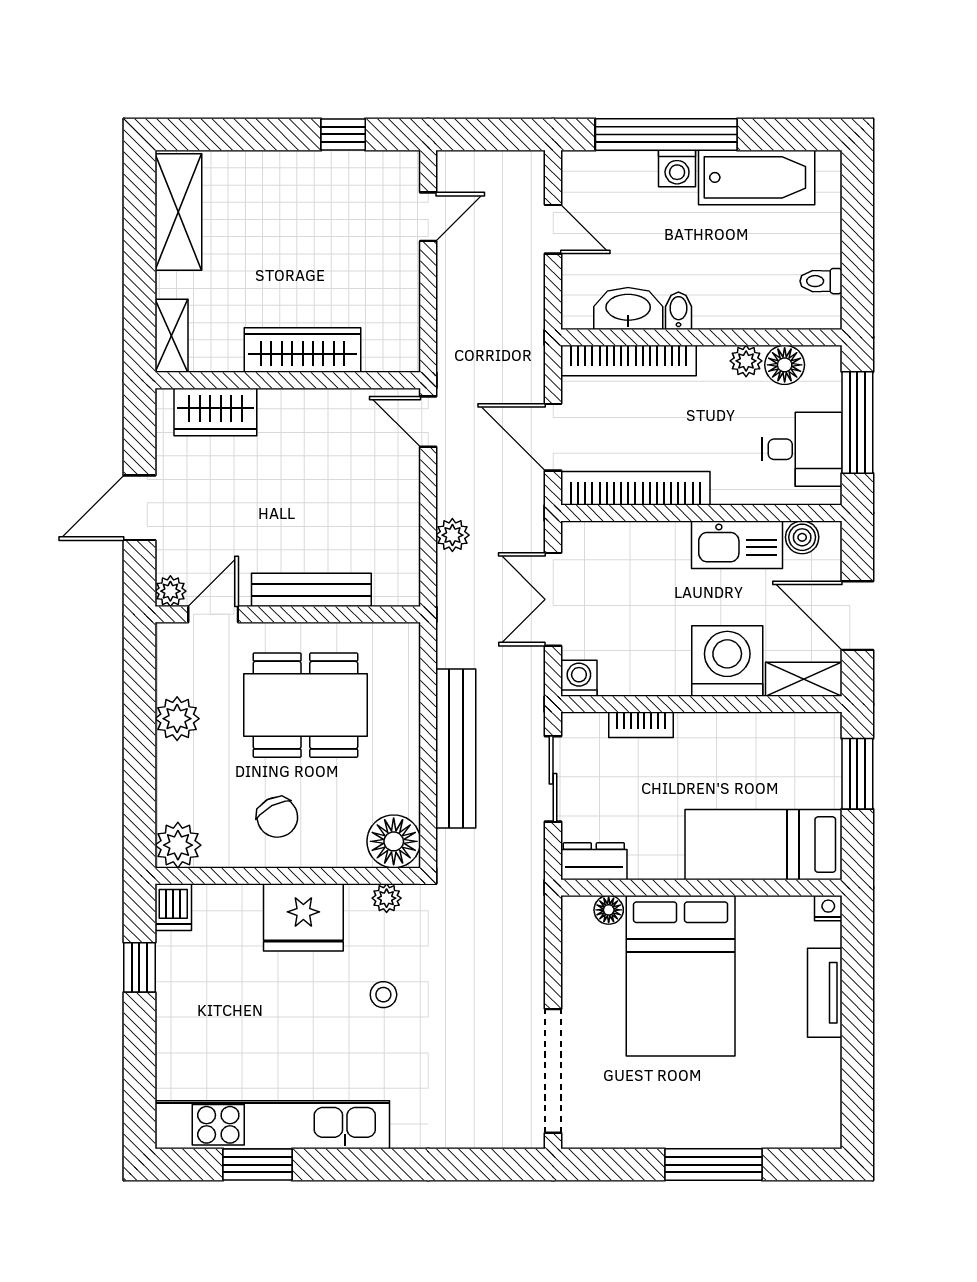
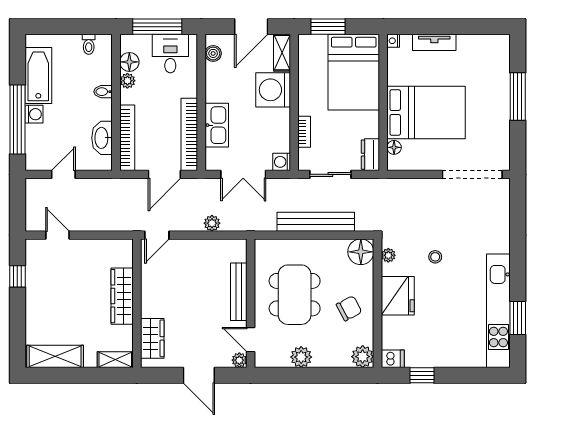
bidet: (678, 311) -> (103, 92), moved
kitchen sink: (737, 545) -> (217, 125), moved
bed: (763, 845) -> (354, 72), width x1.50

